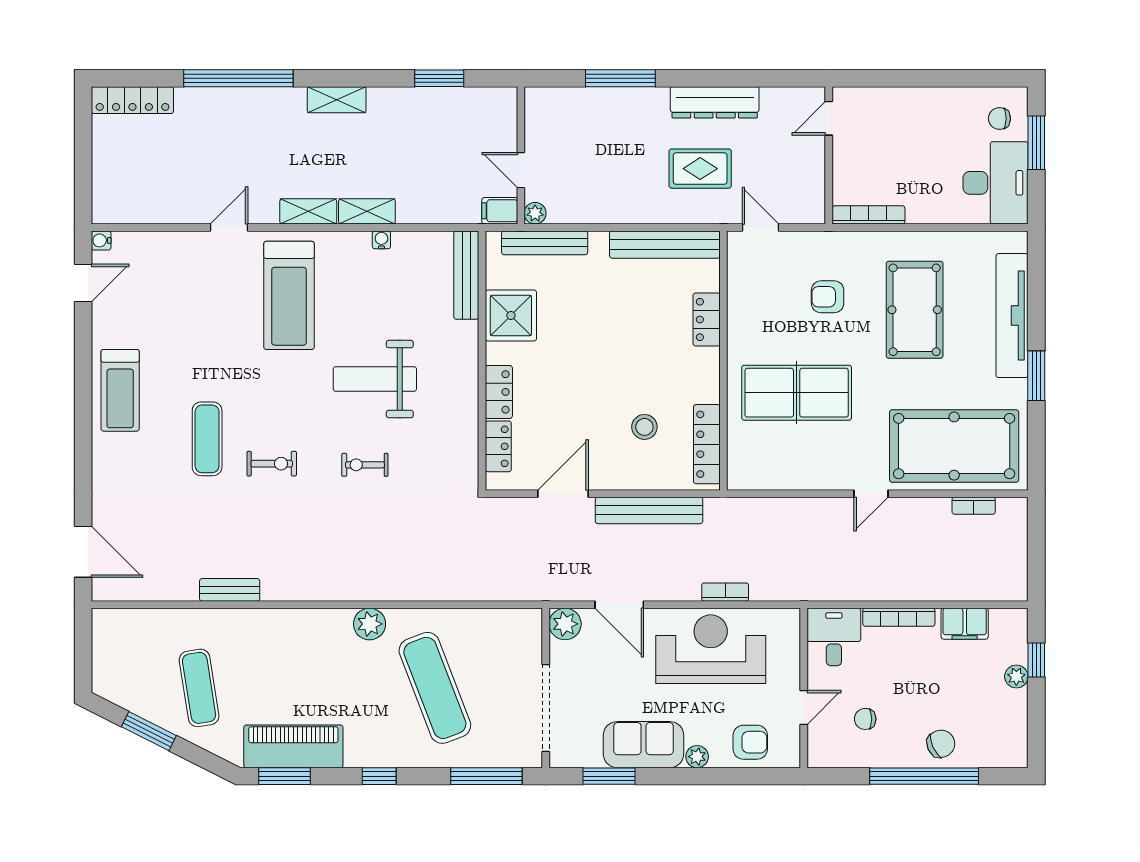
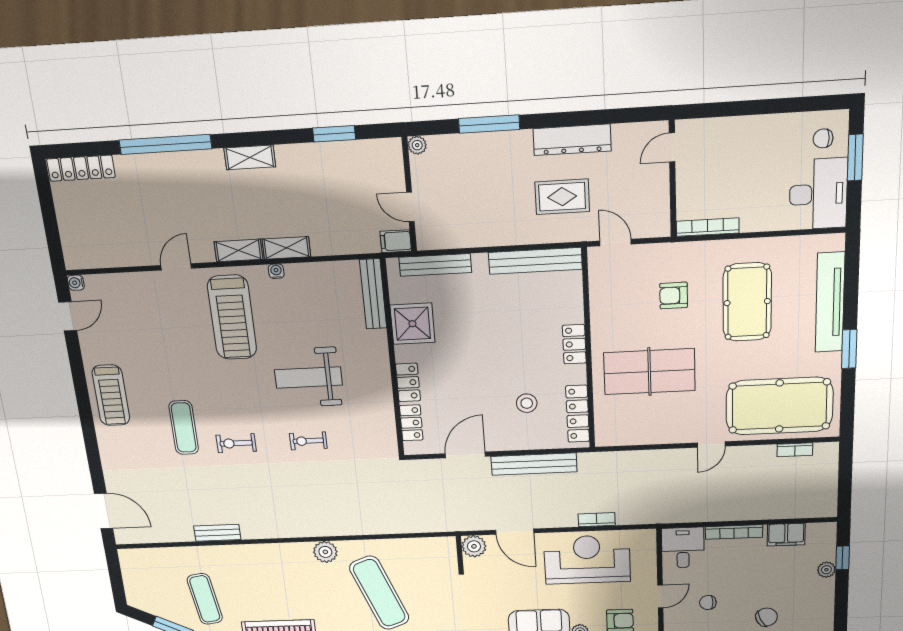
plant: (535, 213) -> (417, 145), moved
water cooler: (381, 240) -> (276, 271), moved
locker: (707, 319) -> (574, 344), moved
exercise bike: (272, 464) -> (236, 443), turned 180

